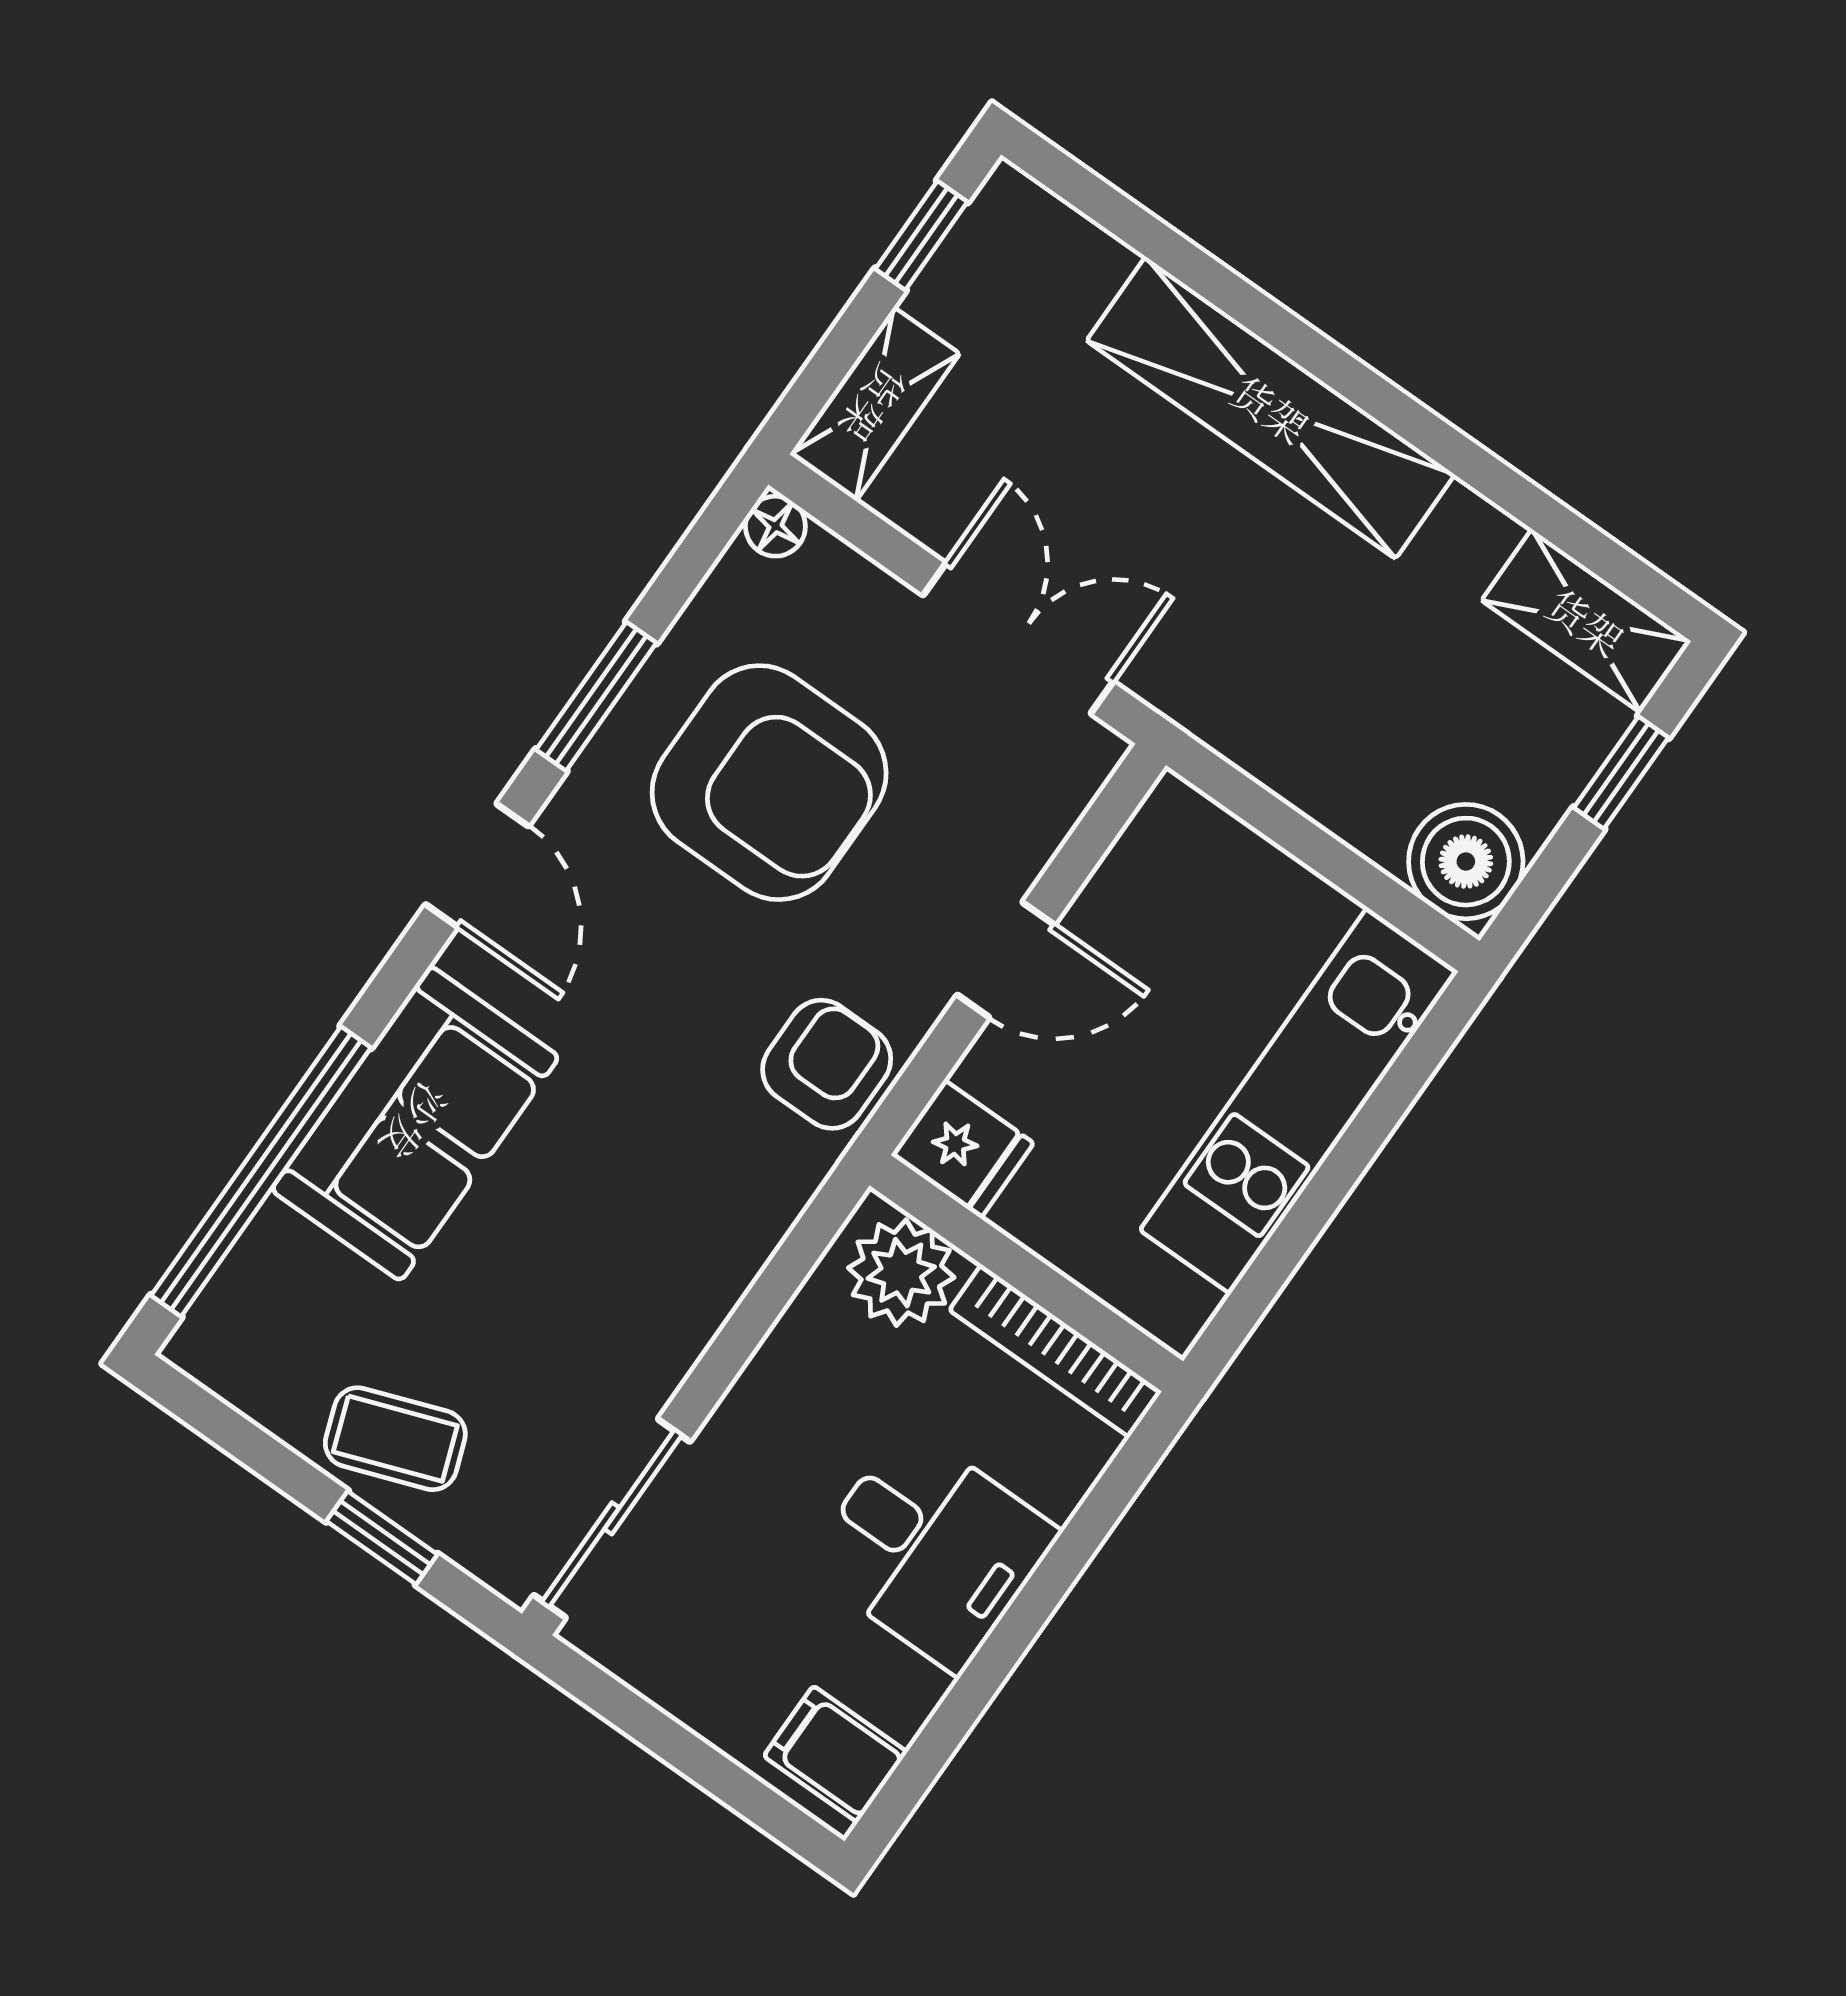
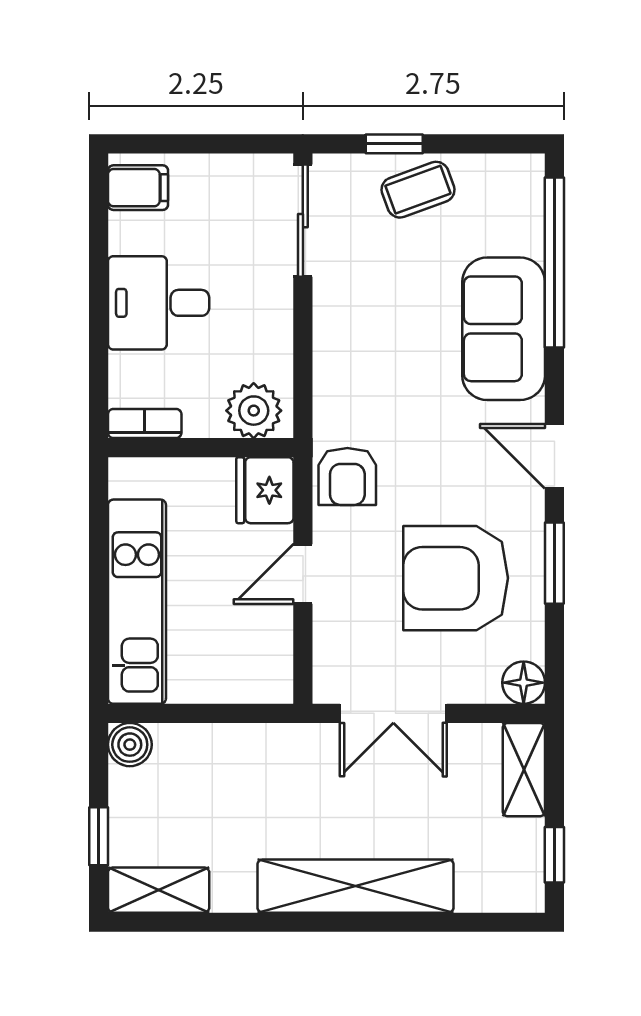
floor lamp: (775, 526) -> (524, 683), width x1.37, depth x1.37
boiler: (1466, 862) -> (130, 745), width x0.73, depth x0.73
fridge: (962, 1149) -> (265, 490), width x1.38
bookcase: (1055, 1351) -> (145, 423), width x0.64

